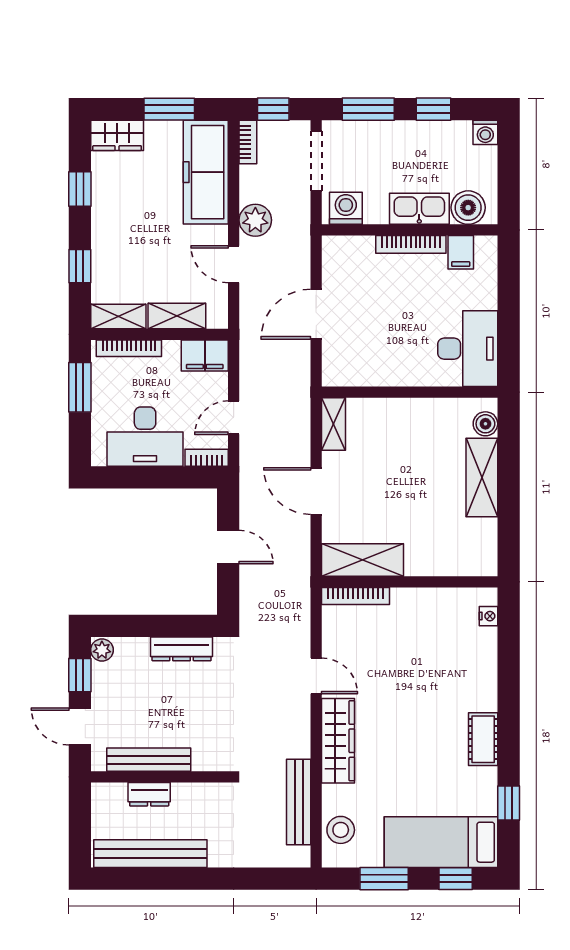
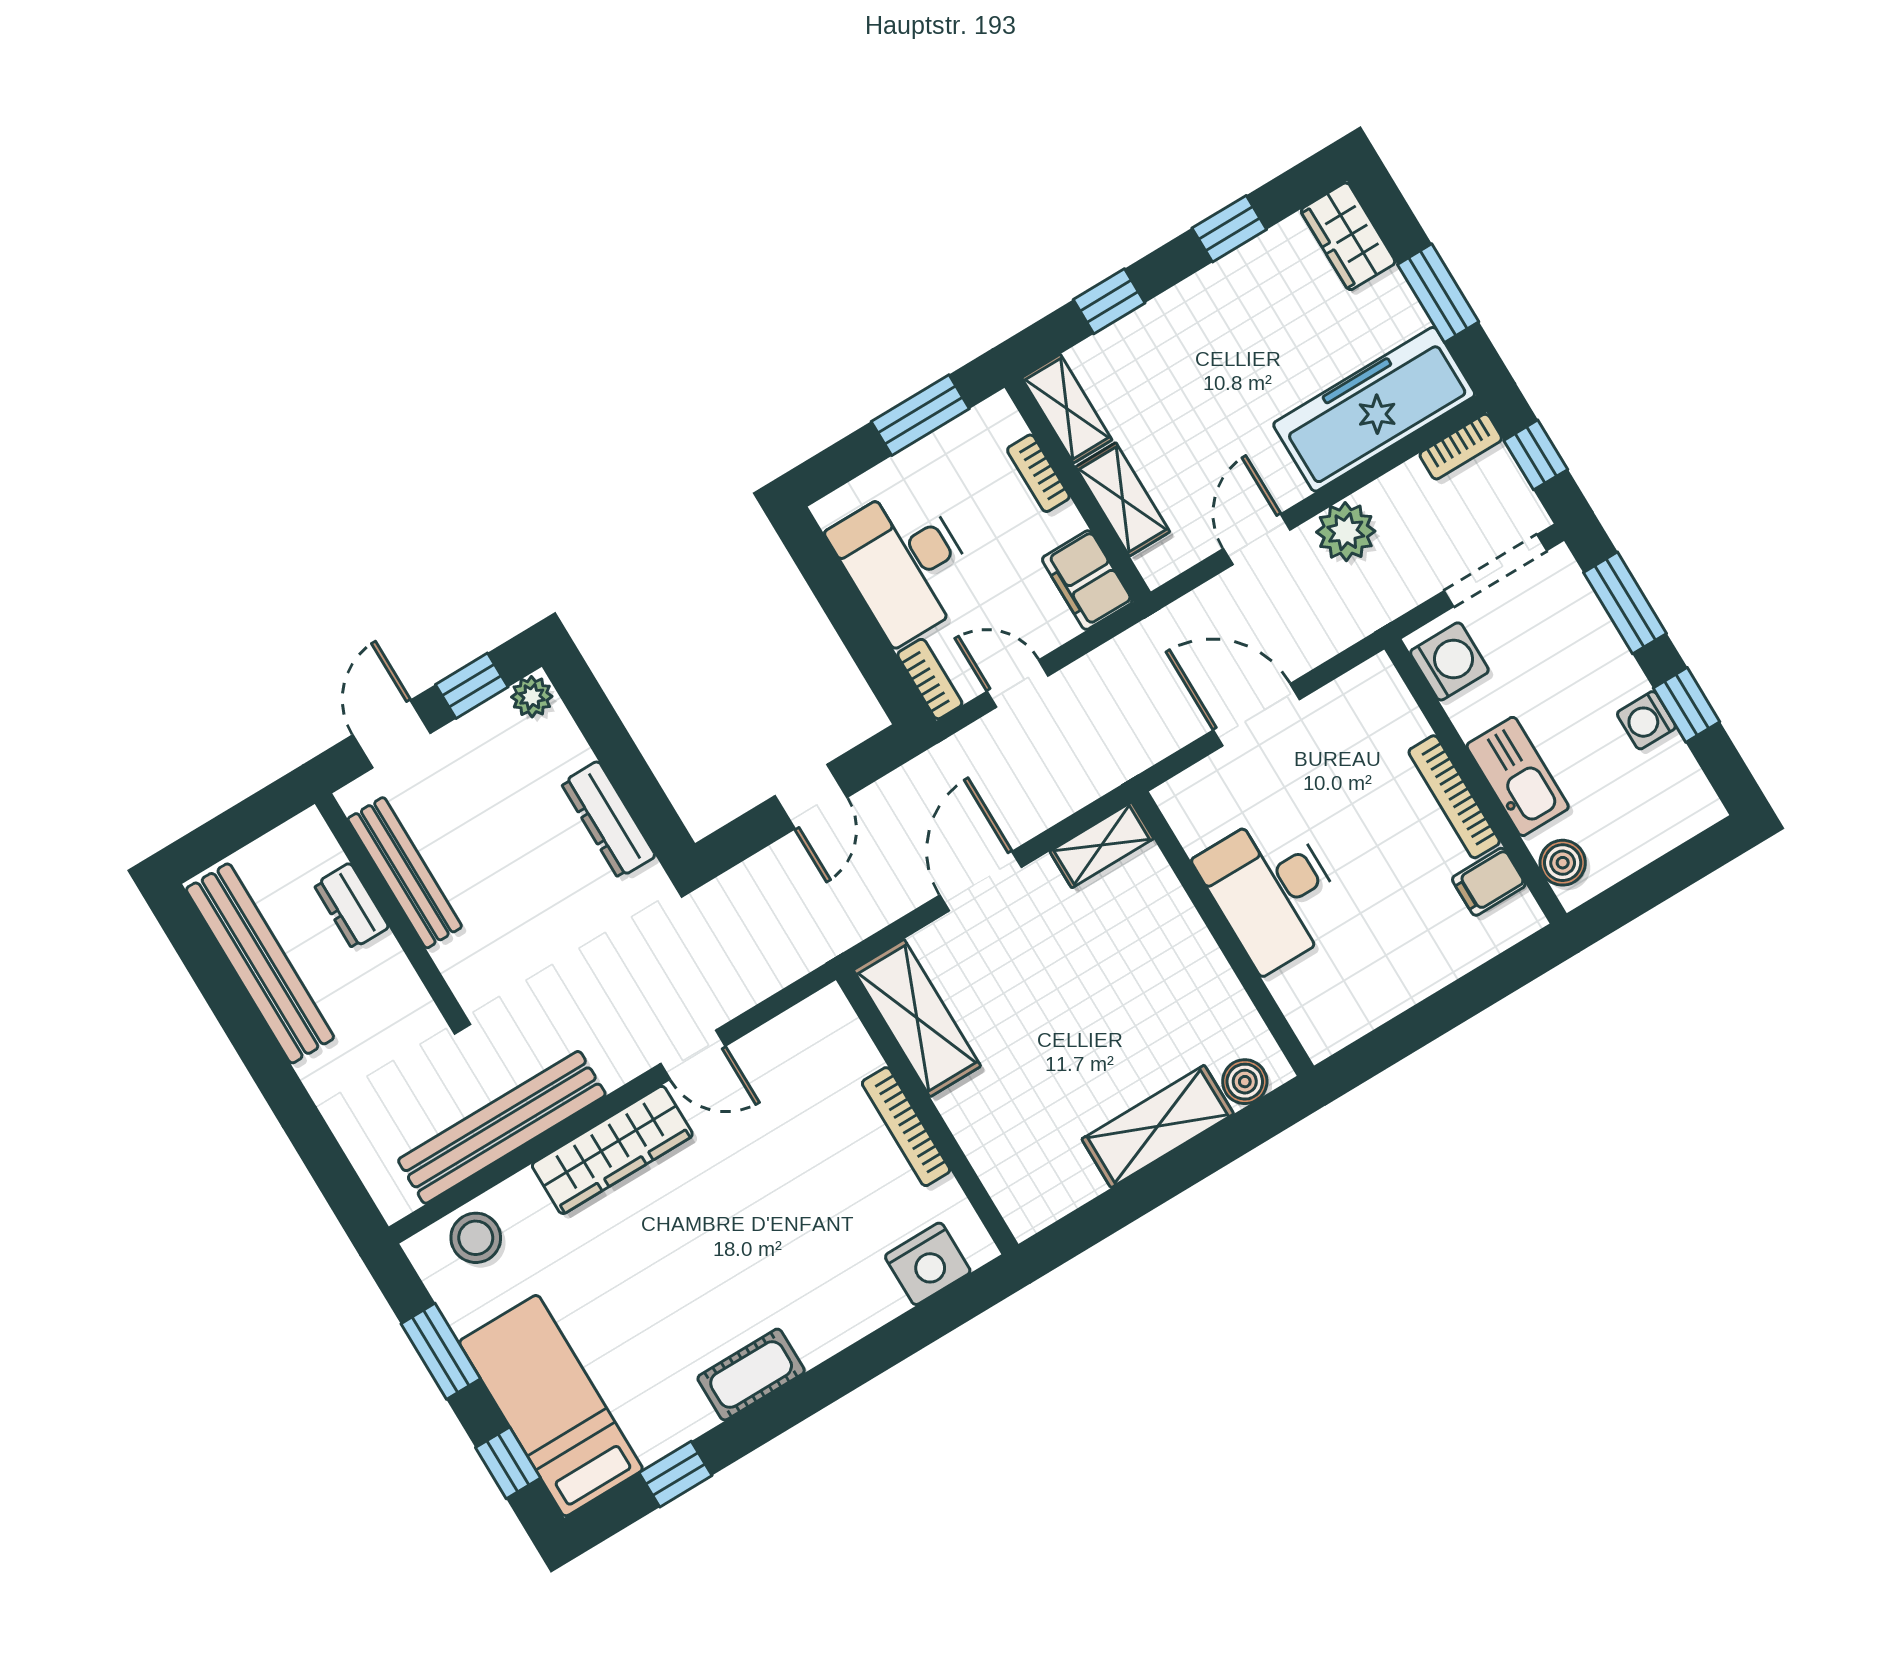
washing machine: (485, 132) -> (1646, 720), moved
boiler: (468, 208) -> (1563, 863), width x0.73, depth x0.73
bookcase: (129, 348) -> (1038, 473), width x0.64
desk: (468, 349) -> (1272, 891), moved, turned 90
bookcase: (356, 596) -> (906, 1127), moved
nightstand: (488, 616) -> (928, 1264), width x1.89, depth x1.79
door: (316, 676) -> (693, 1055), hinge flipped
bench: (299, 802) -> (502, 1127), width x1.37, depth x1.21

